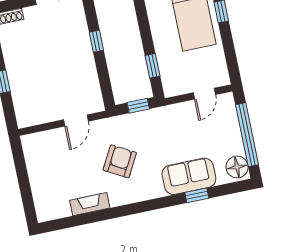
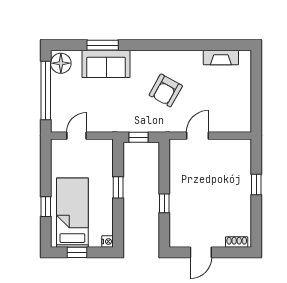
window: (152, 66) -> (118, 187), moved
window: (197, 195) -> (103, 45), width x1.50
fireplace: (90, 204) -> (221, 57), moved

